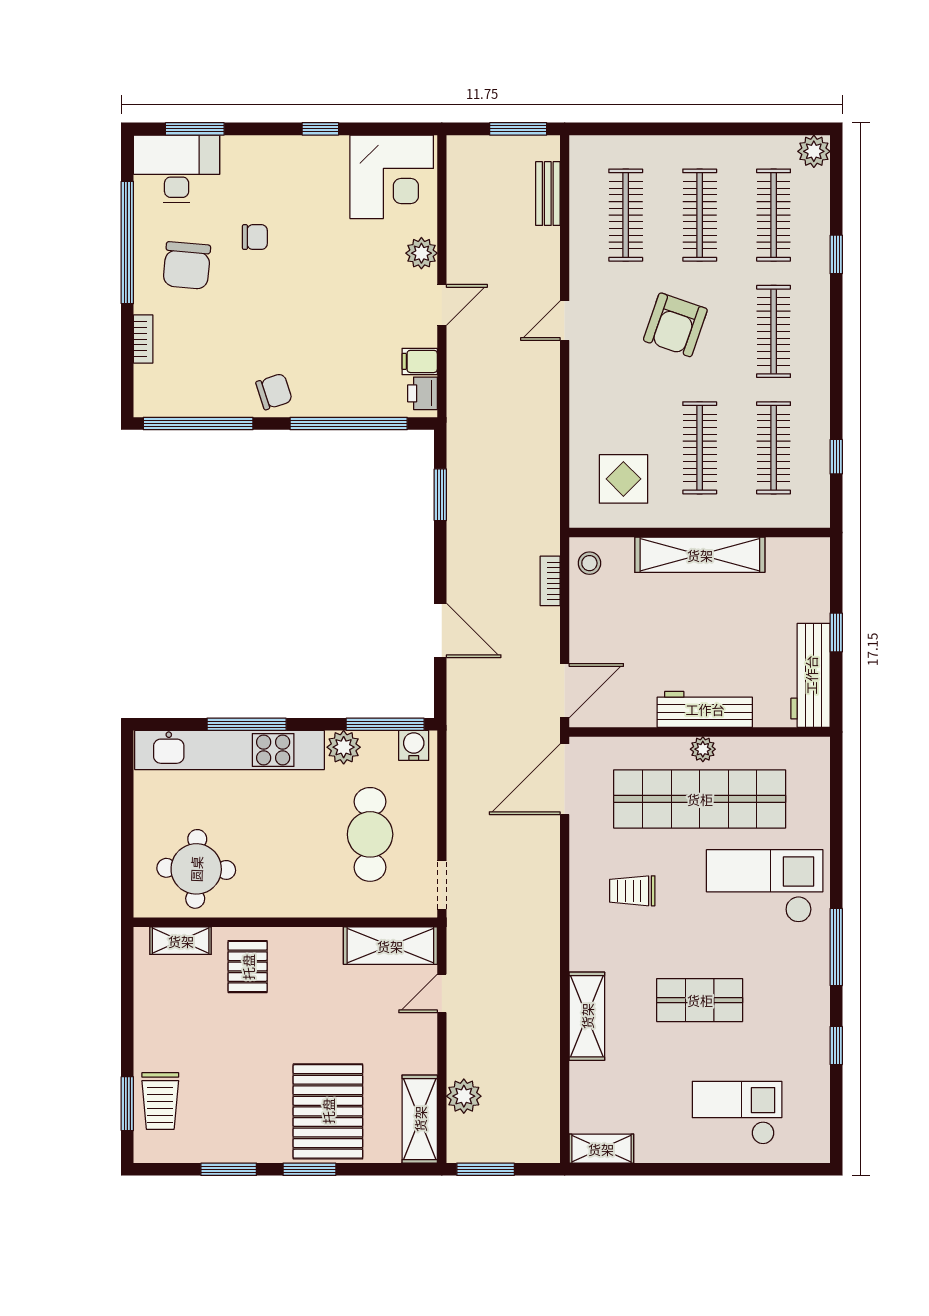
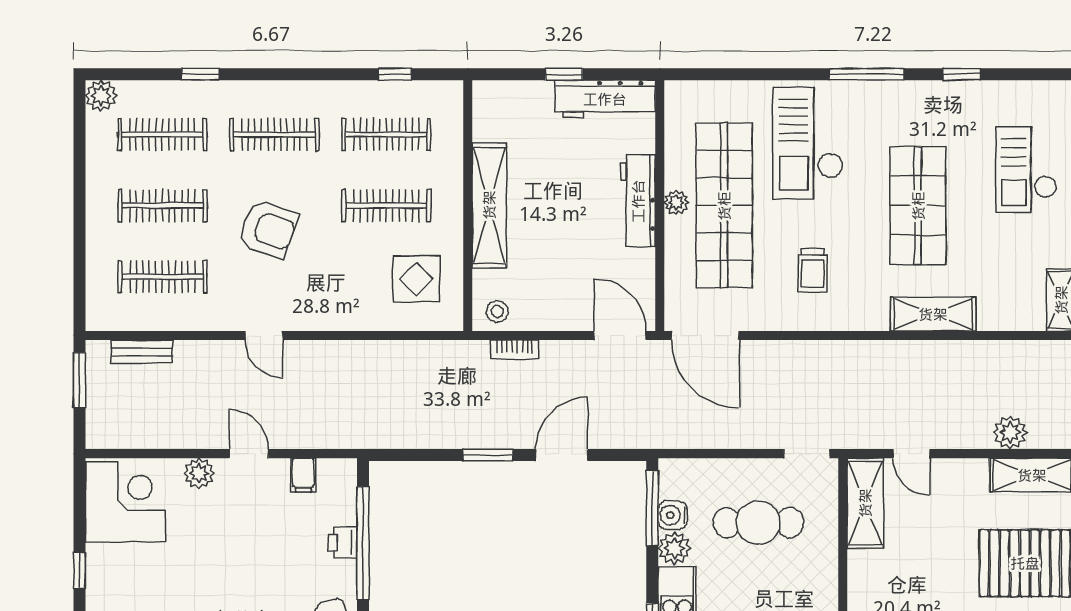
printer: (422, 393) -> (343, 542), moved, turned 90
window: (440, 495) -> (488, 455), moved
water cooler: (414, 745) -> (673, 515), moved
shop shelf: (700, 1000) -> (918, 206), width x1.43, depth x1.36

